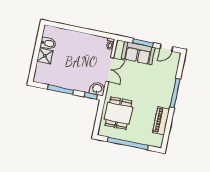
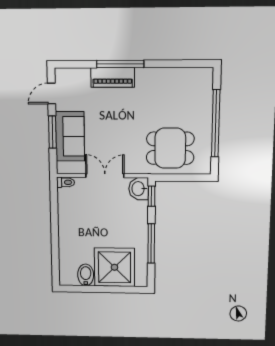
door: (166, 48) -> (52, 94), swing flipped
shower: (45, 56) -> (114, 267), width x1.86, depth x1.86
piano: (161, 121) -> (113, 77), moved

